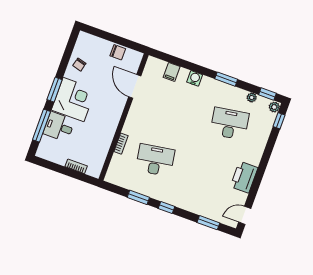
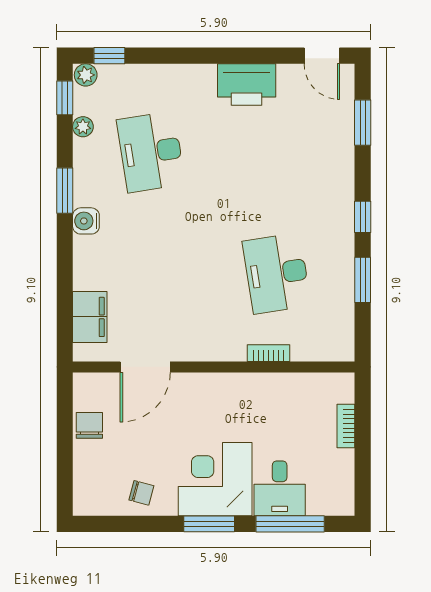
filing cabinet: (172, 72) -> (90, 317), width x2.00
water cooler: (195, 78) -> (86, 221), moved

